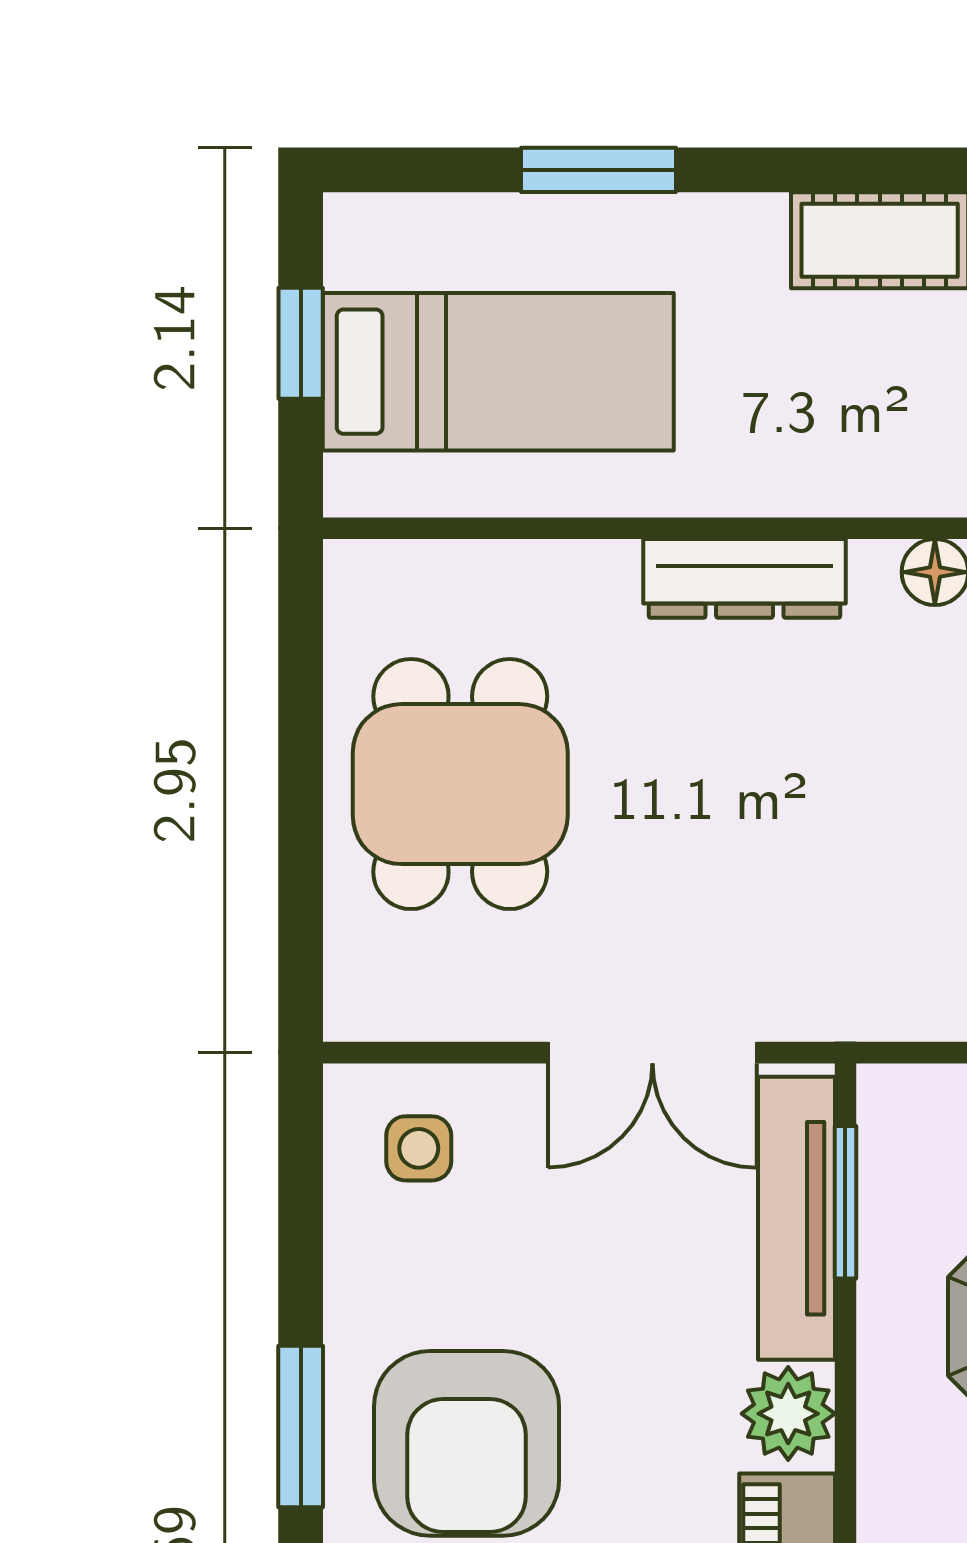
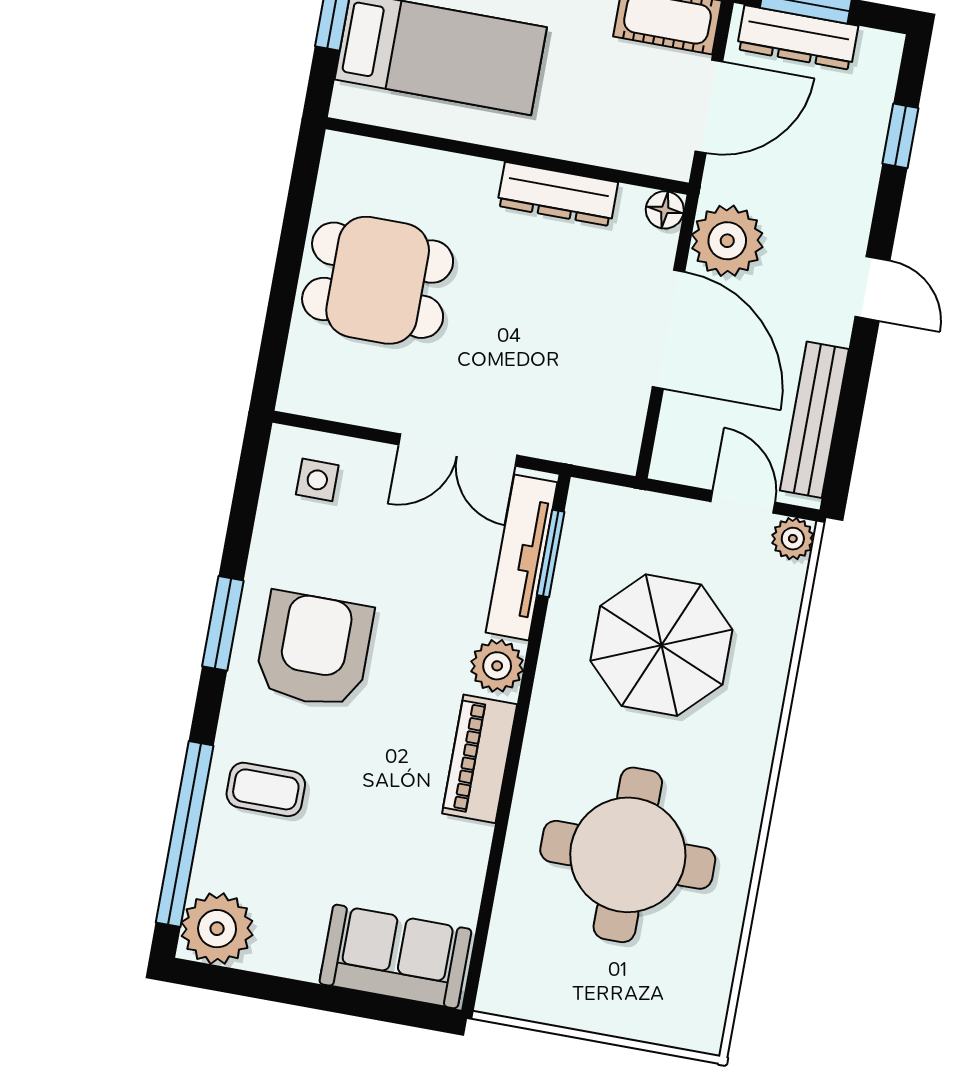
dining table: (460, 784) -> (378, 280), turned 90
armchair: (467, 1443) -> (314, 650), turned 180

